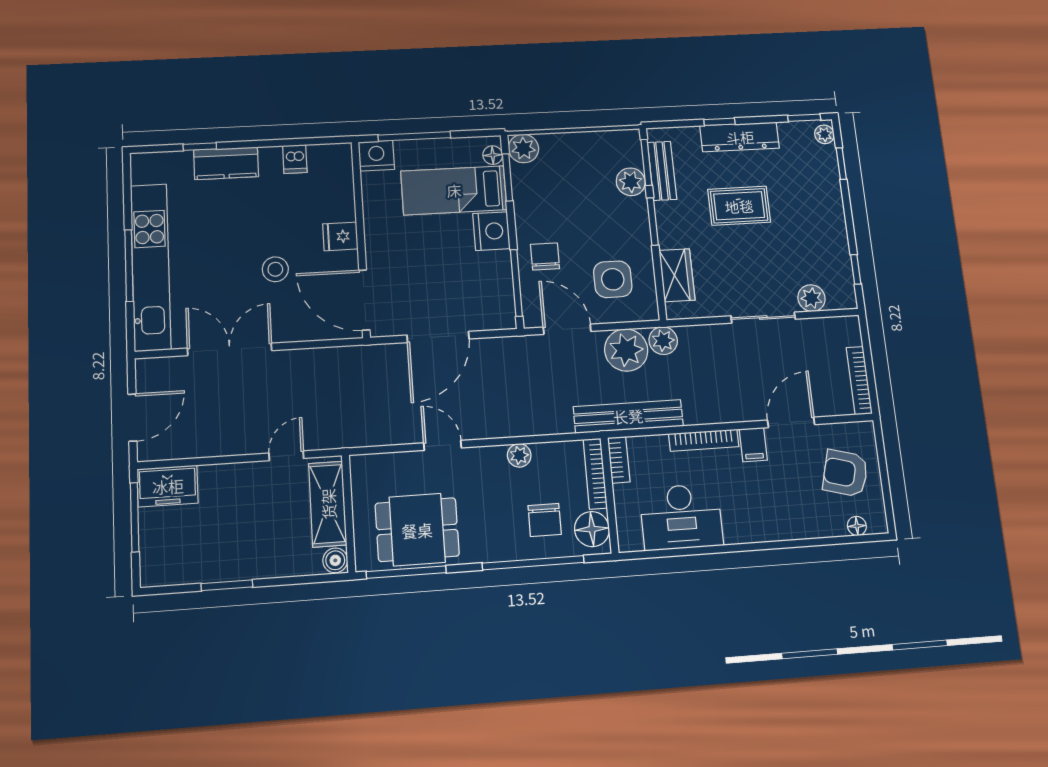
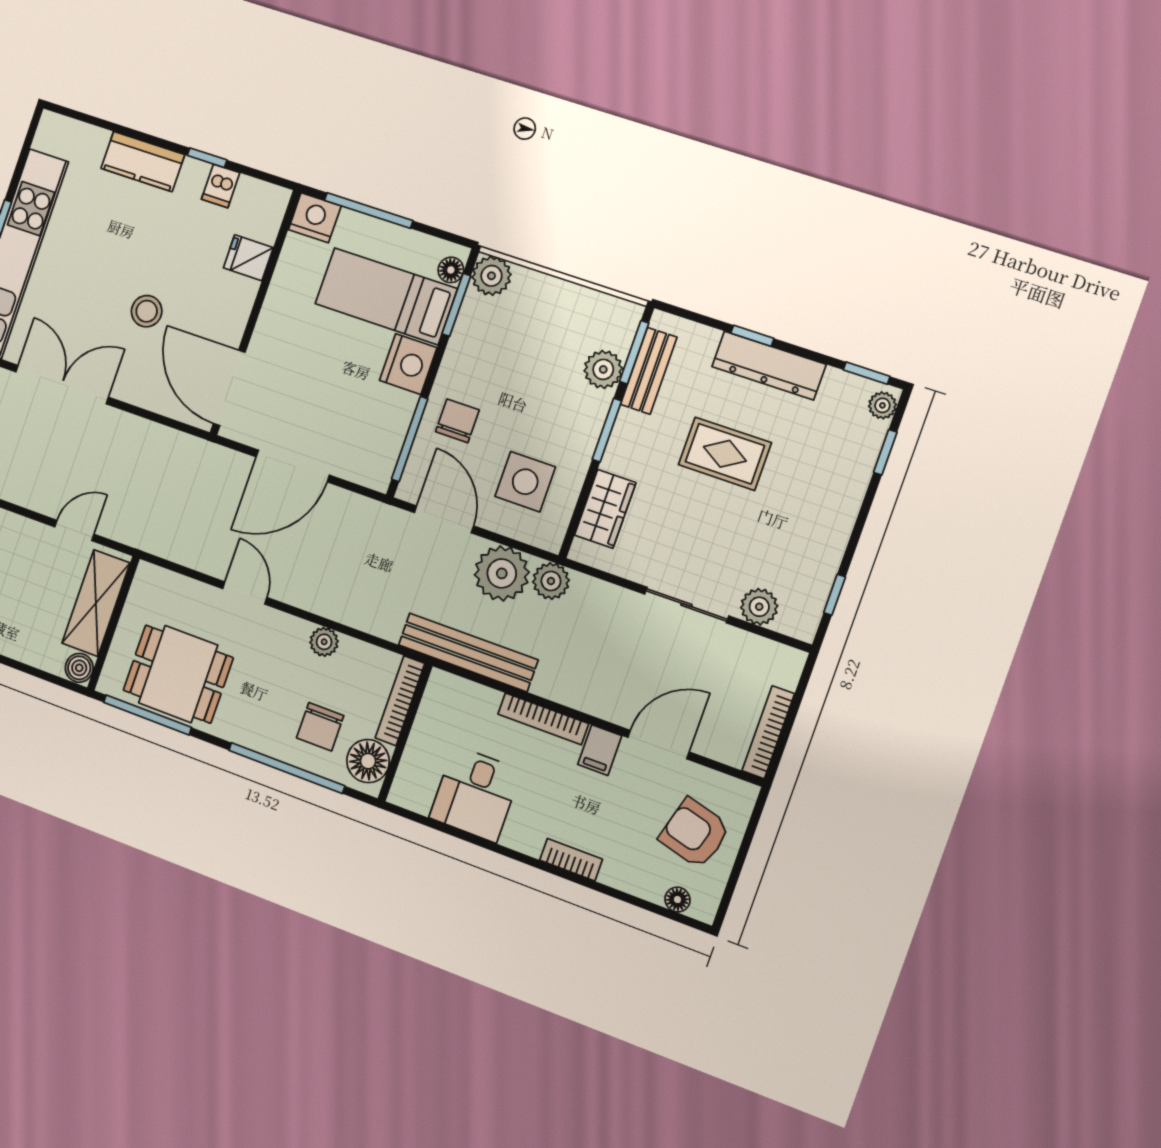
window: (200, 147) -> (207, 158), moved
fridge: (340, 236) -> (248, 258), moved
bookcase: (619, 460) -> (571, 860), moved, turned -90
desk: (681, 517) -> (475, 794), width x0.73

